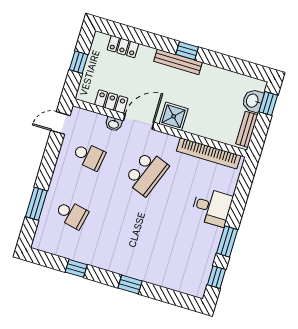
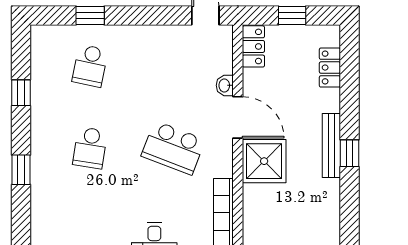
locker: (111, 101) -> (253, 46), moved
shower: (174, 116) -> (264, 161), width x1.36, depth x1.36
school desk: (89, 156) -> (90, 148), moved
window: (36, 204) -> (90, 15), width x0.67

